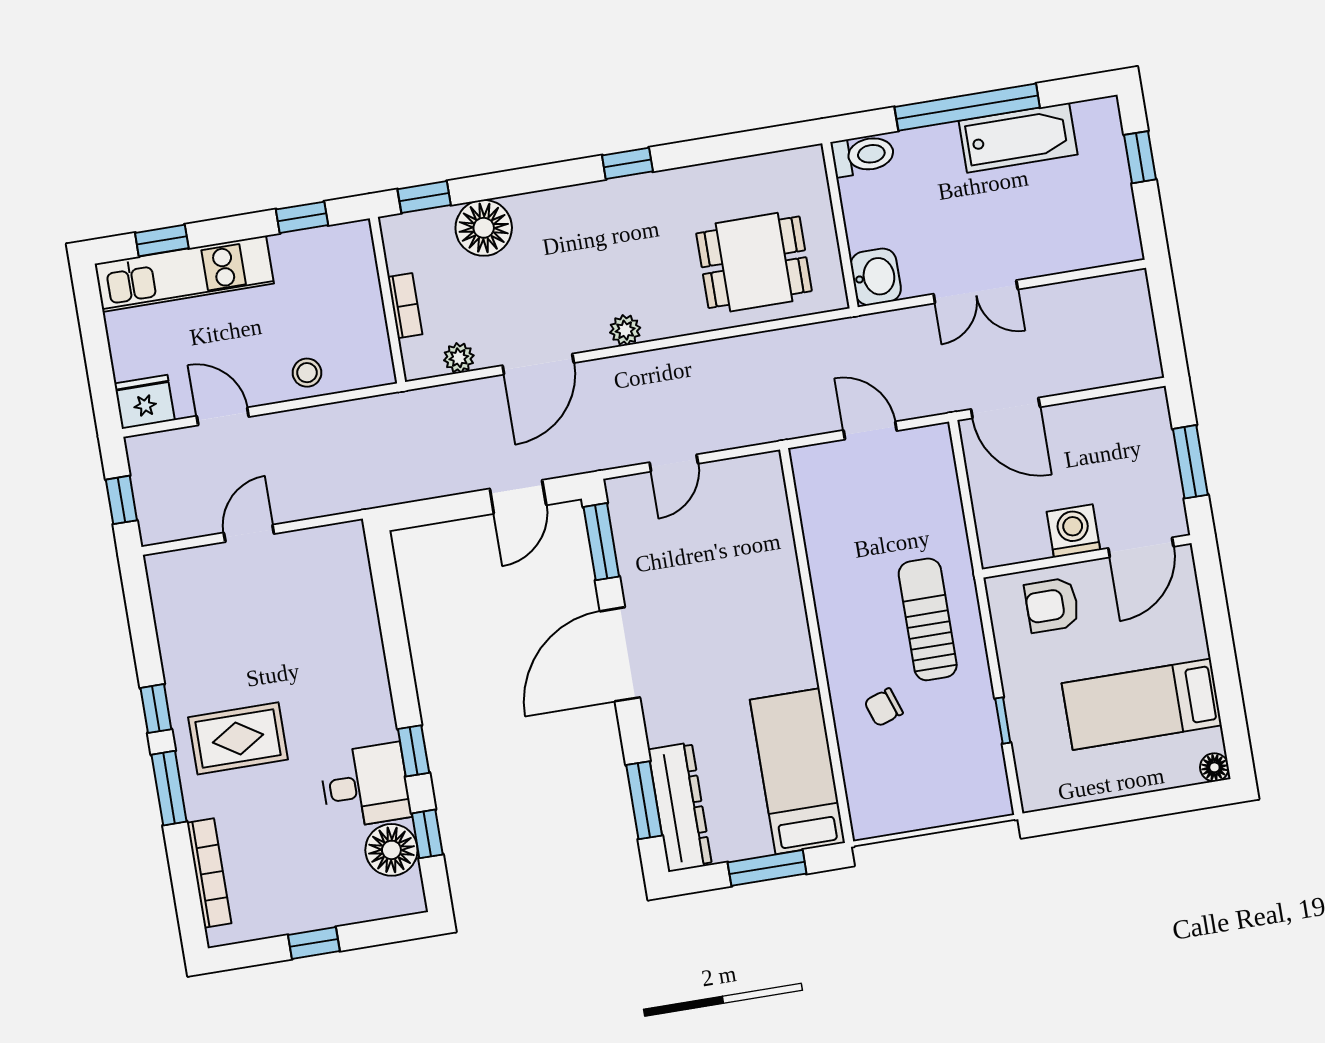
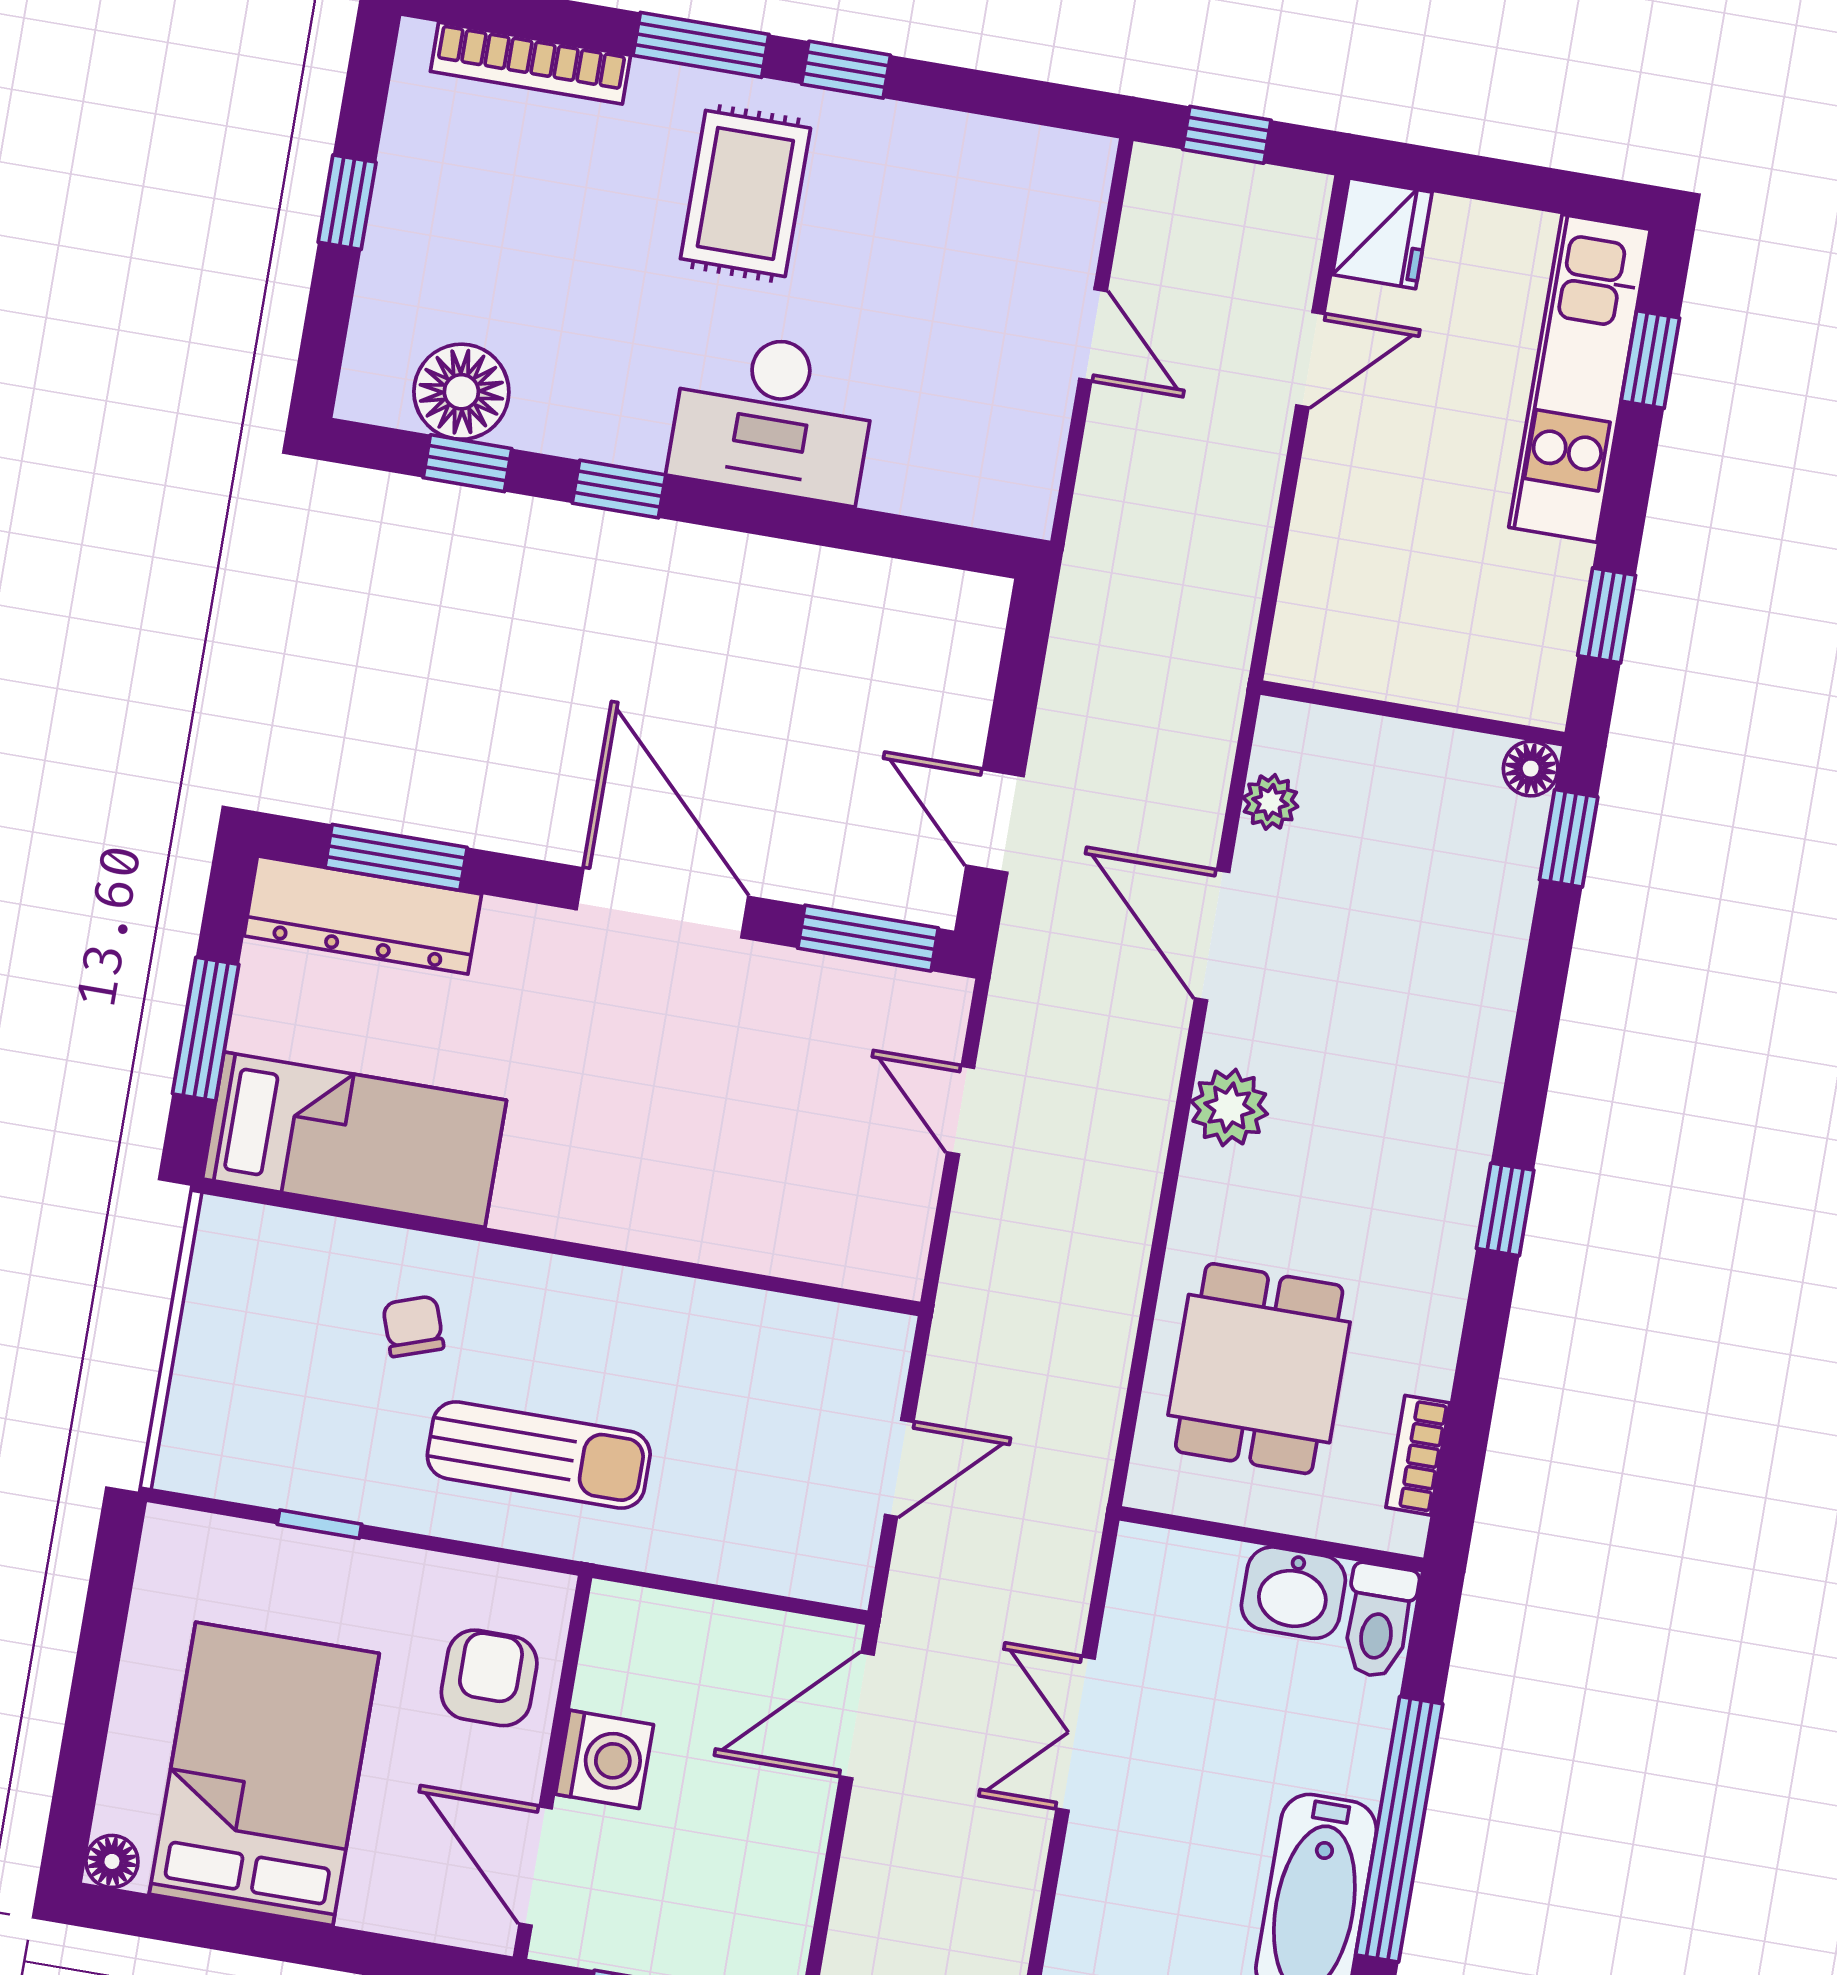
floor lamp: (484, 228) -> (1531, 769), moved, width x0.53, depth x0.53
washbasin: (876, 277) -> (1293, 1593), moved
bookcase: (405, 306) -> (1418, 1455), moved, turned 90
plant: (625, 330) -> (1229, 1108), width x1.38, depth x1.38
stool: (307, 373) -> (1336, 531), removed
bed: (1142, 704) -> (264, 1774), width x1.50
desk: (365, 786) -> (773, 416), moved, width x1.37

